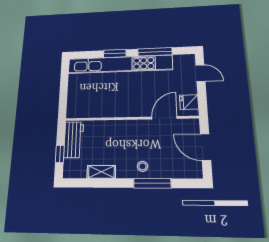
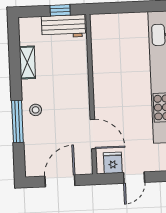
door: (201, 73) -> (134, 178), moved
window: (60, 154) -> (60, 10), moved

